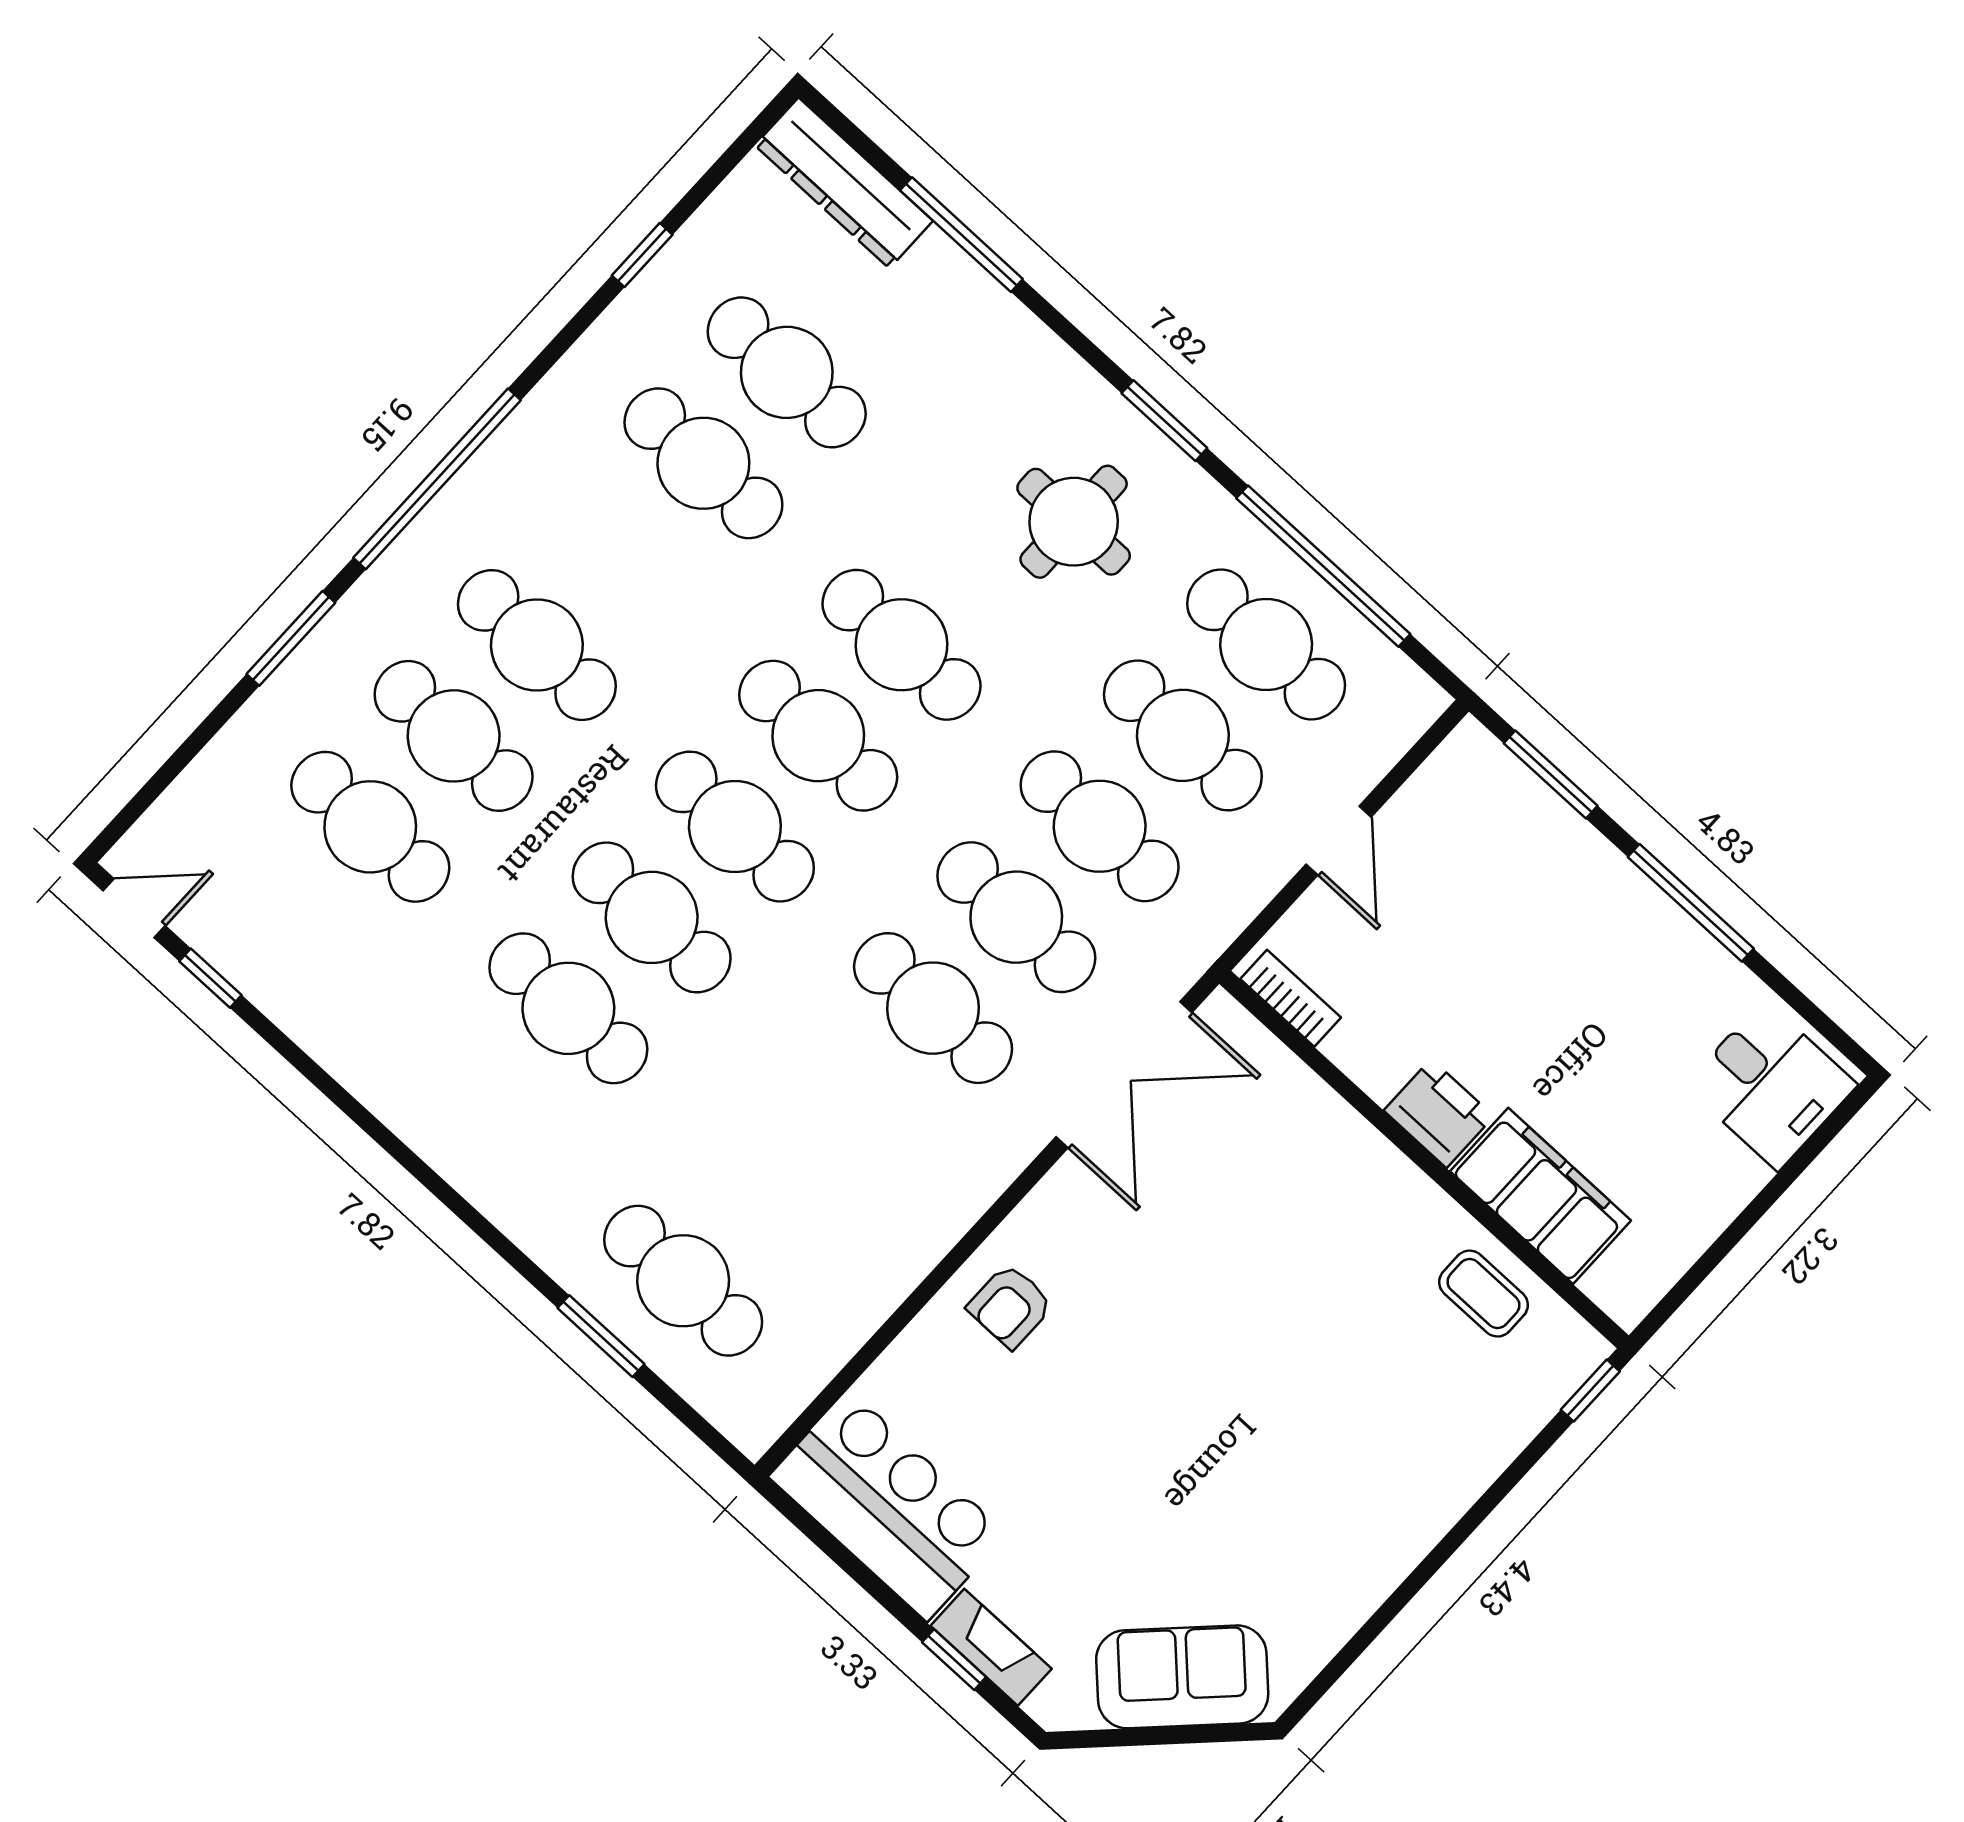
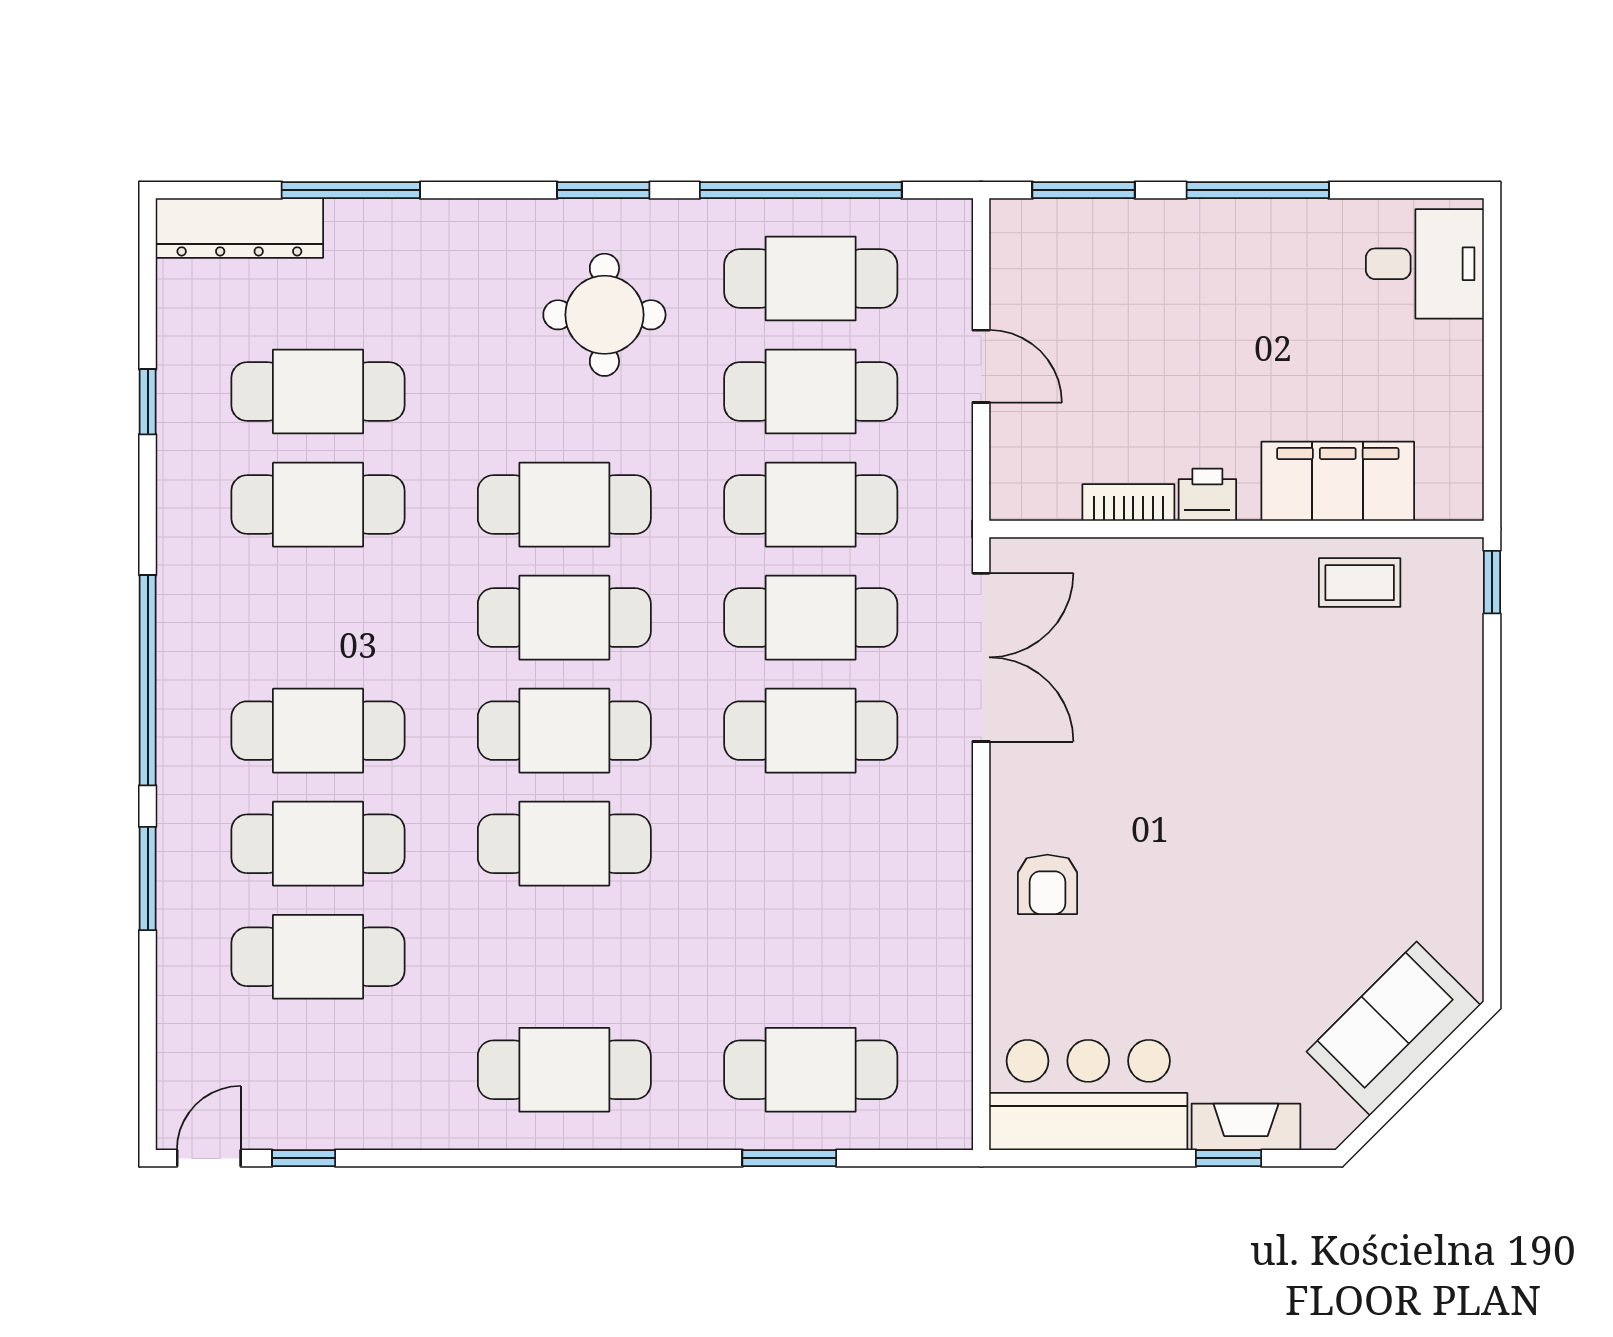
bookcase: (1291, 998) -> (1128, 502), moved
cafe table: (568, 1008) -> (564, 1070), moved
printer: (1439, 1113) -> (1207, 495), width x0.73, depth x0.81

